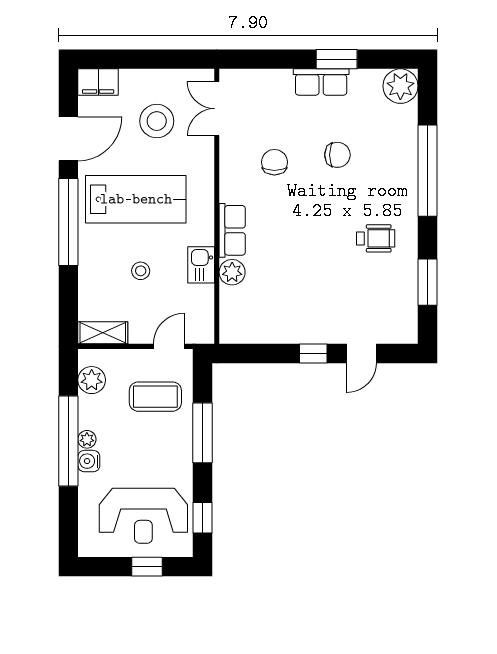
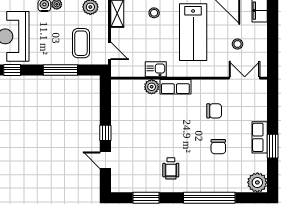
stool: (157, 121) -> (237, 44), width x0.53, depth x0.53
stool: (141, 271) -> (154, 13), moved

